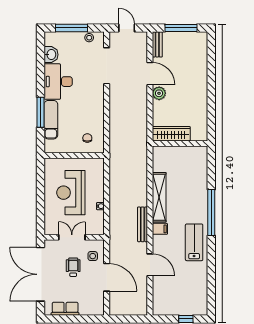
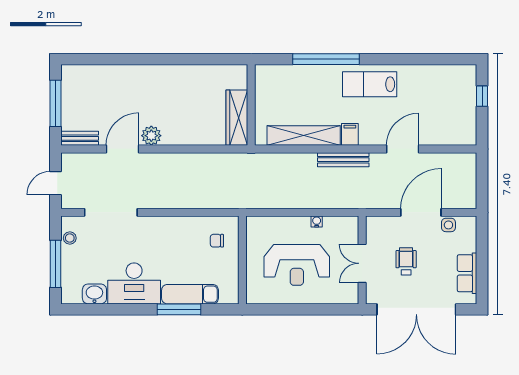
wardrobe: (171, 134) -> (237, 118), moved
wall: (180, 143) -> (251, 105), moved
side table: (93, 256) -> (448, 225), moved
wheelchair: (73, 267) -> (406, 261), turned 90

